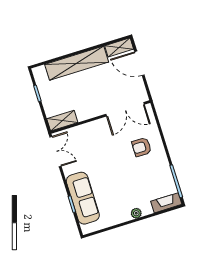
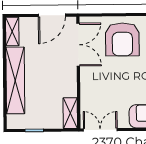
door: (139, 63) -> (52, 15), moved
armchair: (142, 147) -> (122, 39), width x1.88, depth x1.88

